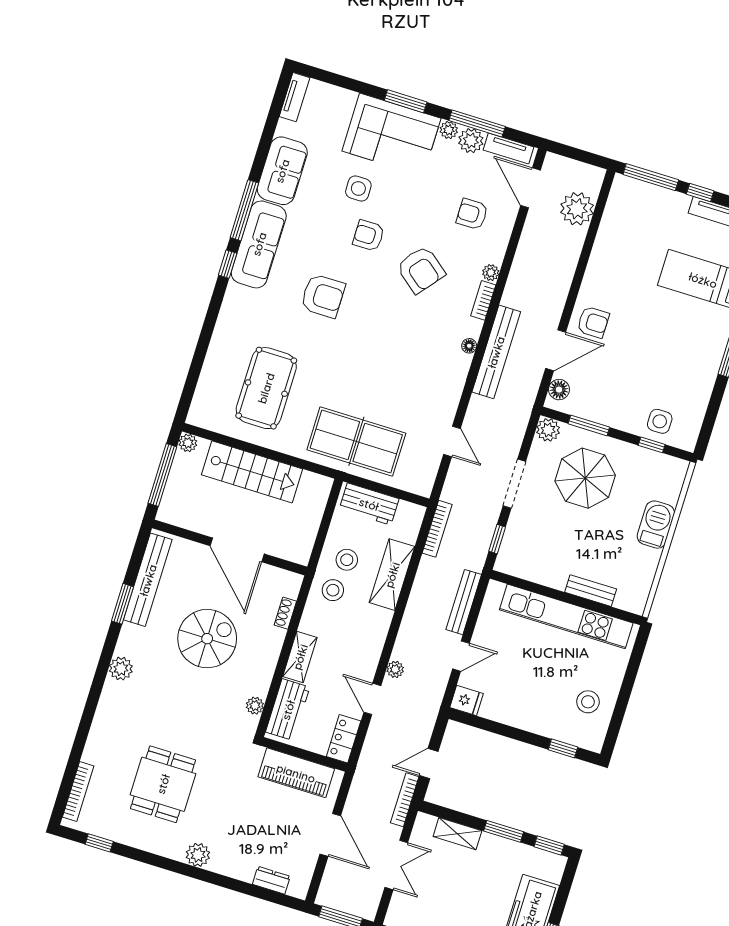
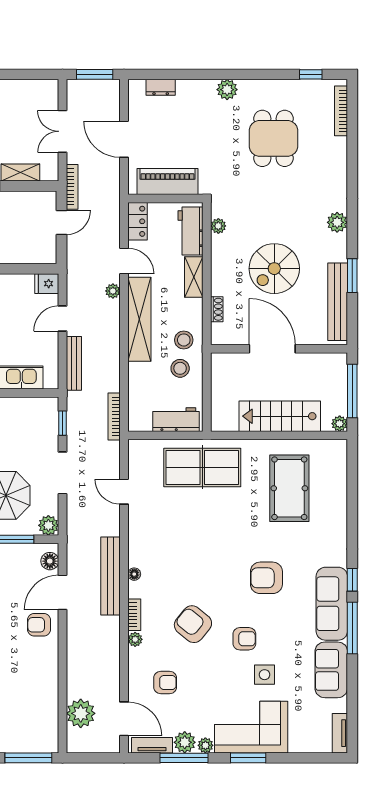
shelving: (392, 575) -> (139, 319), moved, width x1.47

